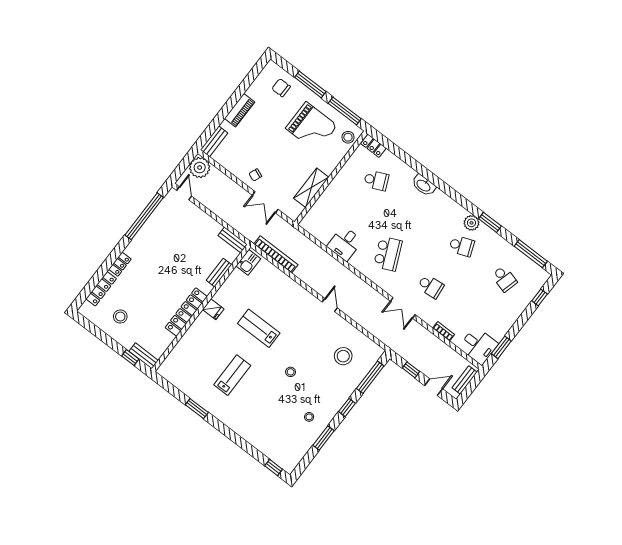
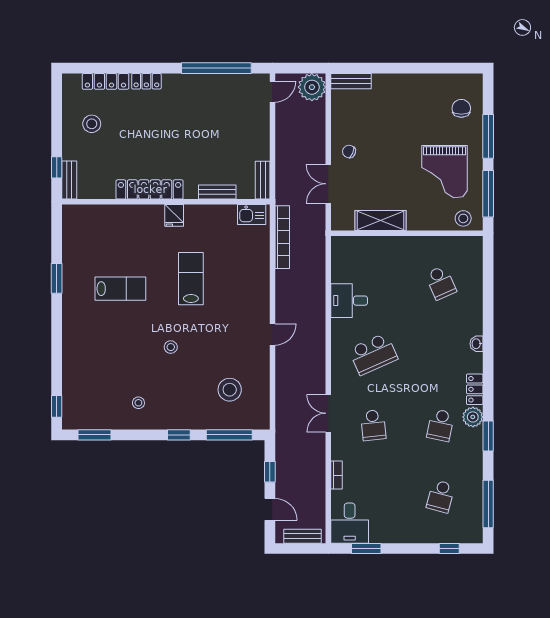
piano: (240, 110) -> (404, 83), removed
locker: (373, 146) -> (475, 389), moved
washbasin: (424, 185) -> (477, 344), width x0.52, depth x0.69
school desk: (462, 246) -> (441, 425), turned 33
window: (324, 438) -> (95, 435), moved

